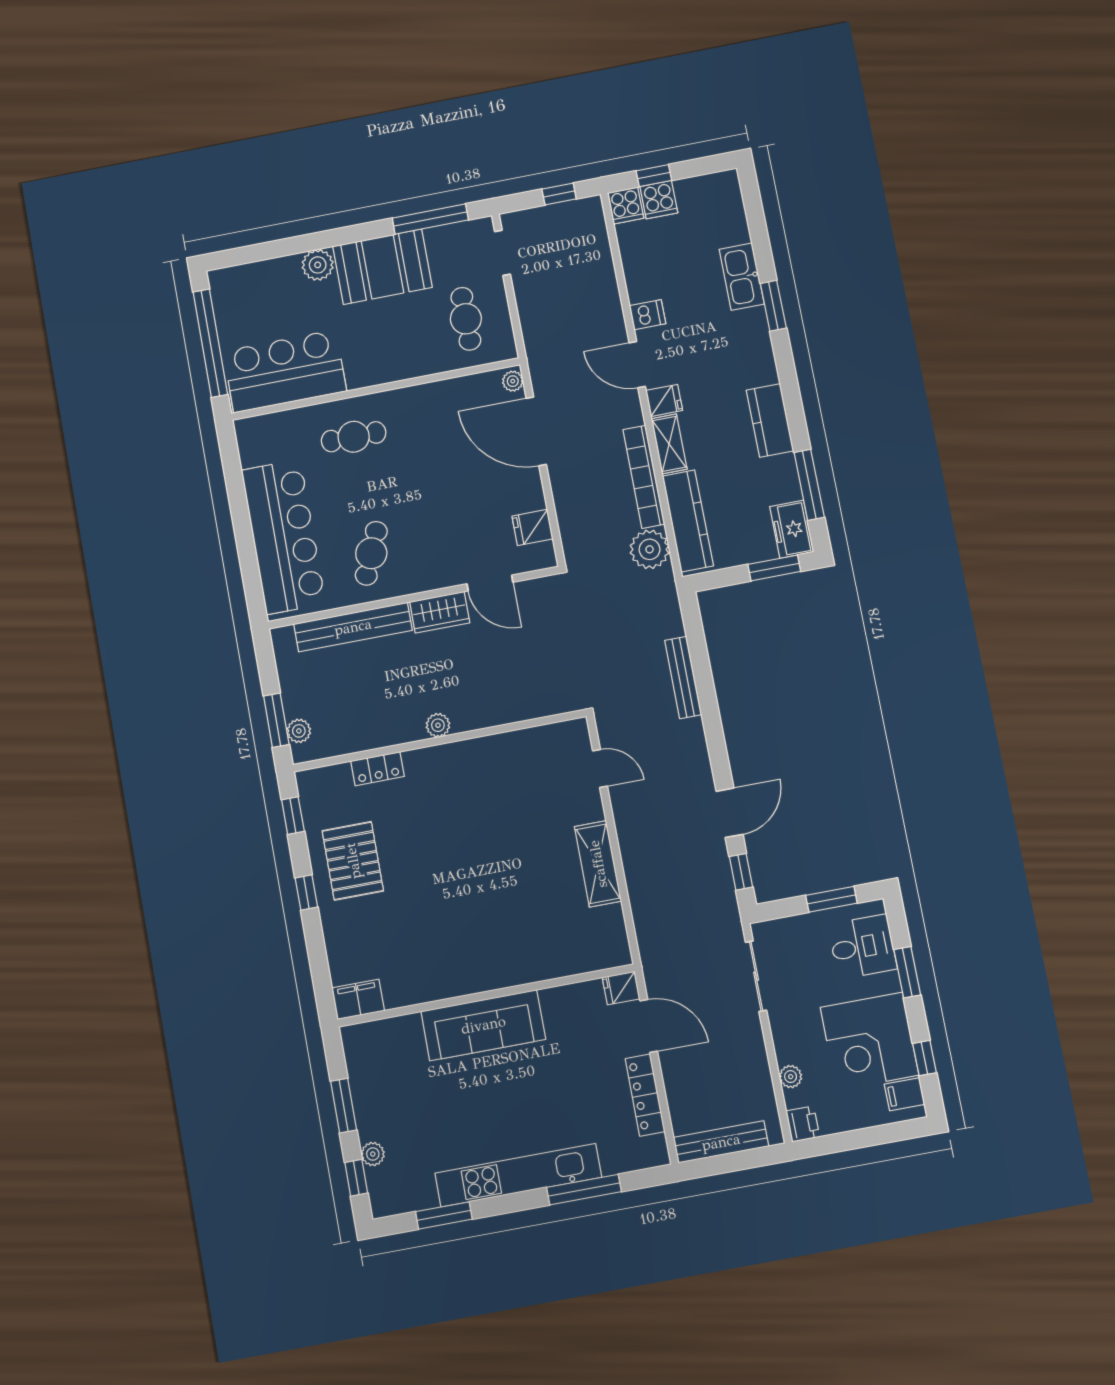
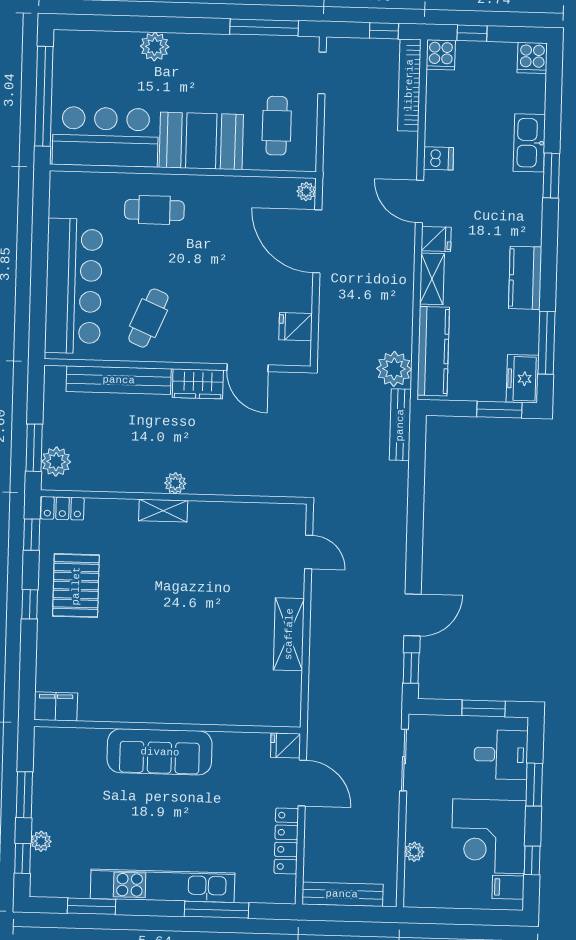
cooker: (659, 200) -> (532, 58), moved
booth: (382, 267) -> (201, 141), moved
bookcase: (644, 477) -> (409, 85), moved
bench: (683, 678) -> (400, 425), moved
plant: (299, 731) -> (56, 462), width x1.38, depth x1.38
shelving: (431, 758) -> (163, 511), added
locker: (378, 769) -> (62, 508), moved
printer: (803, 1124) -> (416, 894), removed

